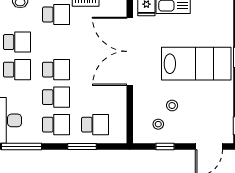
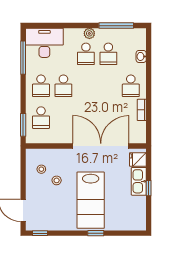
school desk: (56, 70) -> (86, 86), removed
window: (82, 147) -> (23, 125), moved
window: (165, 147) -> (23, 175), removed

